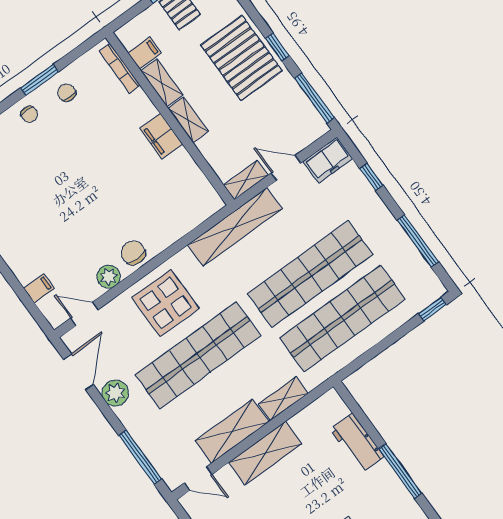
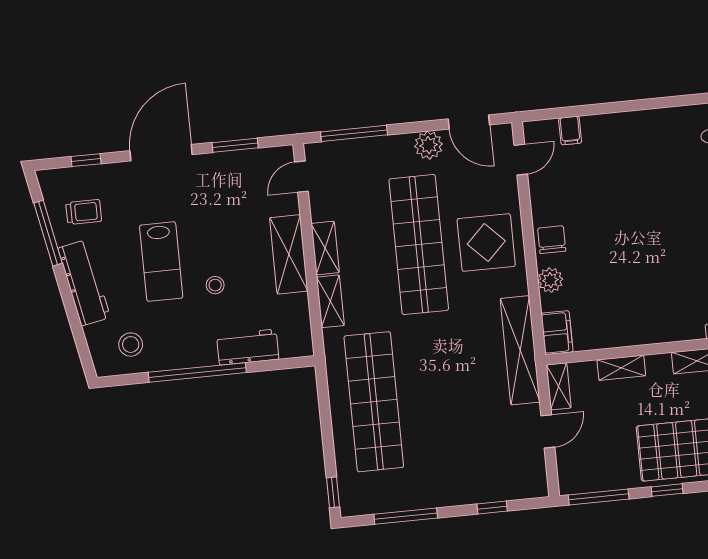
shelving: (188, 120) -> (621, 368), moved
filing cabinet: (161, 136) -> (557, 333), moved, turned 90
freezer: (328, 160) -> (532, 476), removed
chair: (133, 253) -> (552, 240), turned -90
shop shelf: (310, 274) -> (434, 396), removed
plant: (109, 277) -> (550, 280), moved
shelving: (232, 431) -> (325, 248), width x0.67, depth x0.75
window: (400, 471) -> (197, 372), width x1.46
stool: (323, 497) -> (215, 285), added

